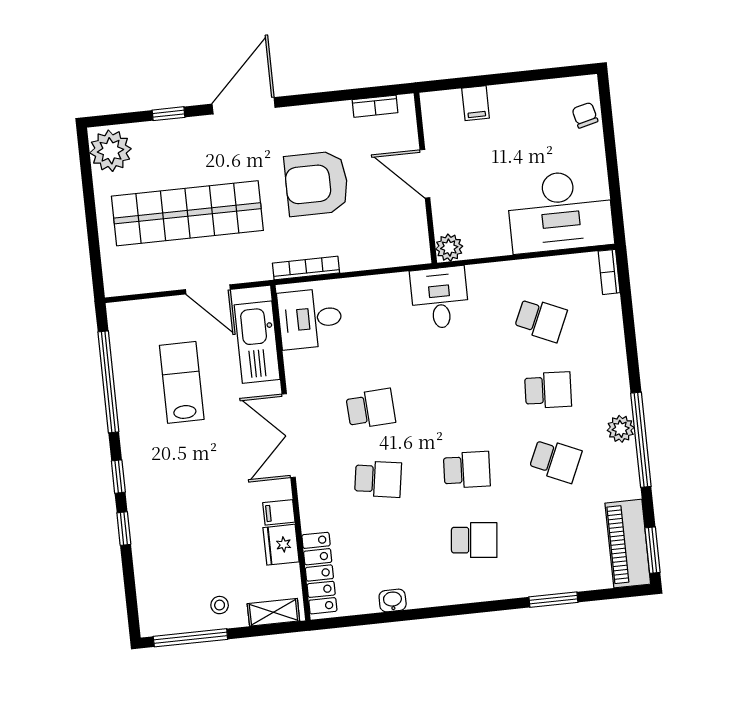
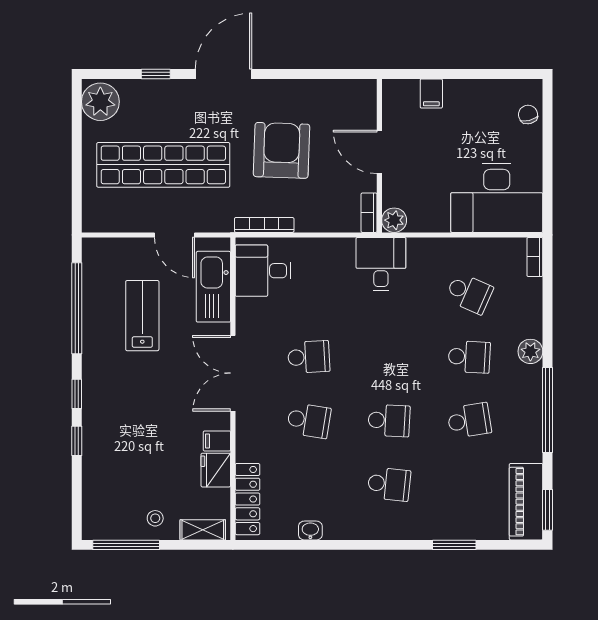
bookcase: (375, 106) -> (369, 213), moved, turned 90
armchair: (317, 183) -> (282, 150), turned 92
plant: (621, 429) -> (530, 351), moved
school desk: (555, 460) -> (469, 421), turned -33

